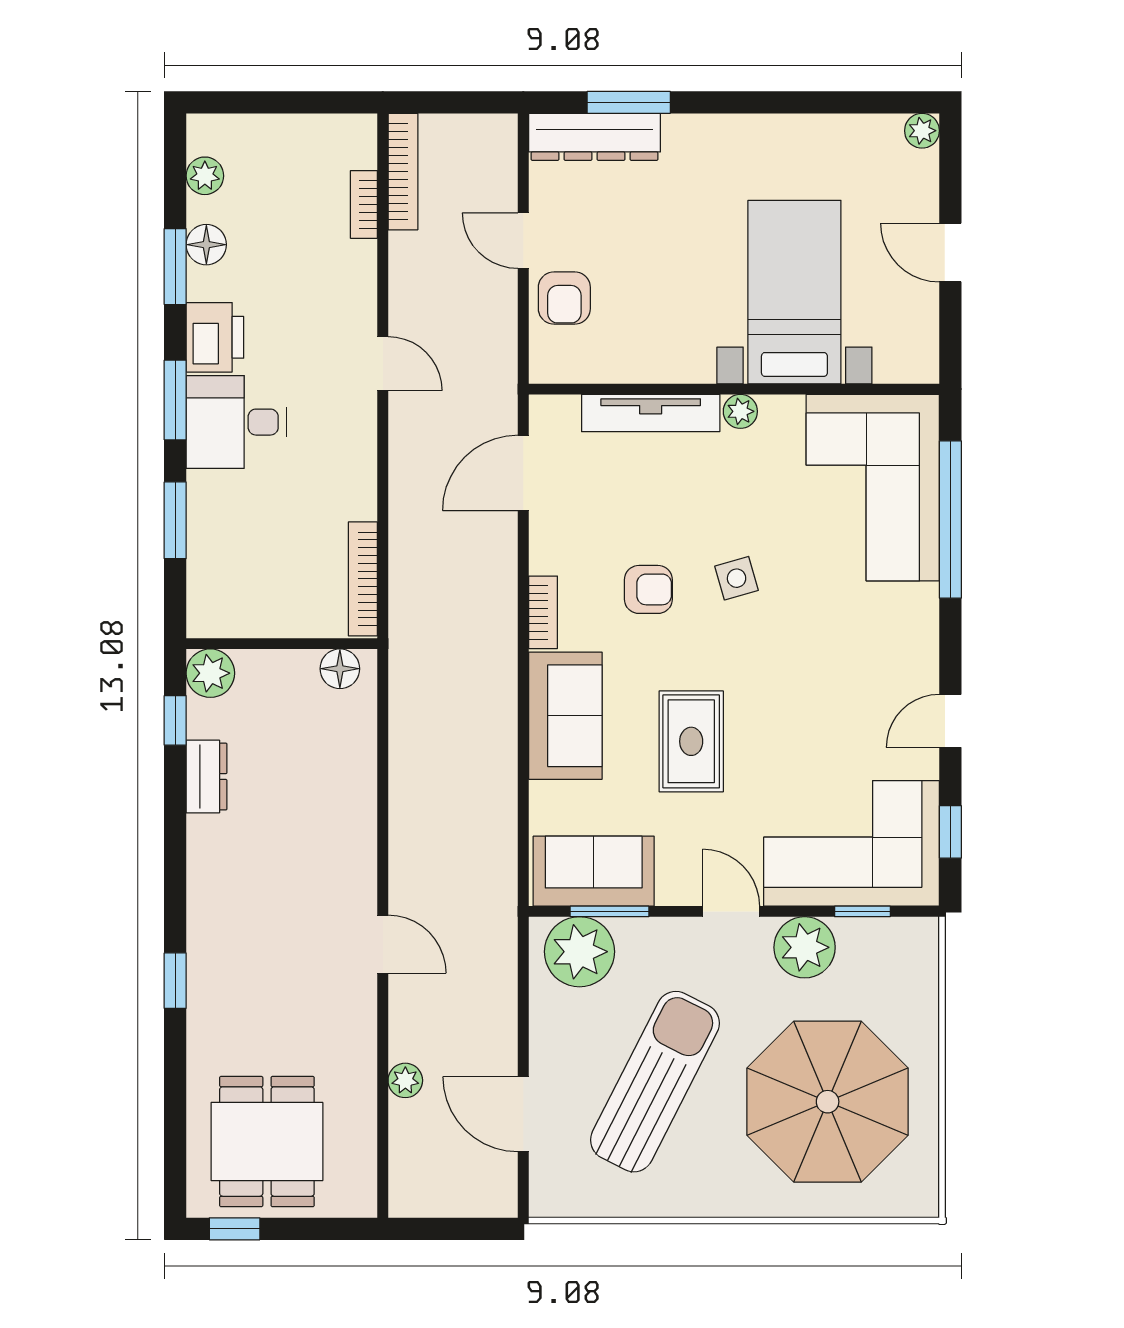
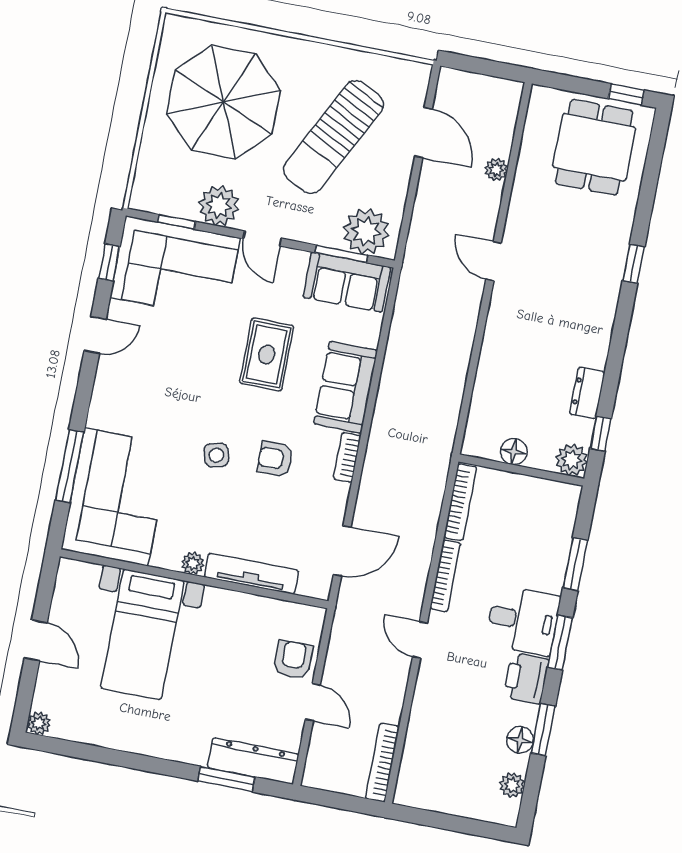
bookcase: (364, 204) -> (445, 576), moved, width x1.56
window: (950, 520) -> (70, 466), width x0.68
floor lamp: (340, 669) -> (514, 452), moved

